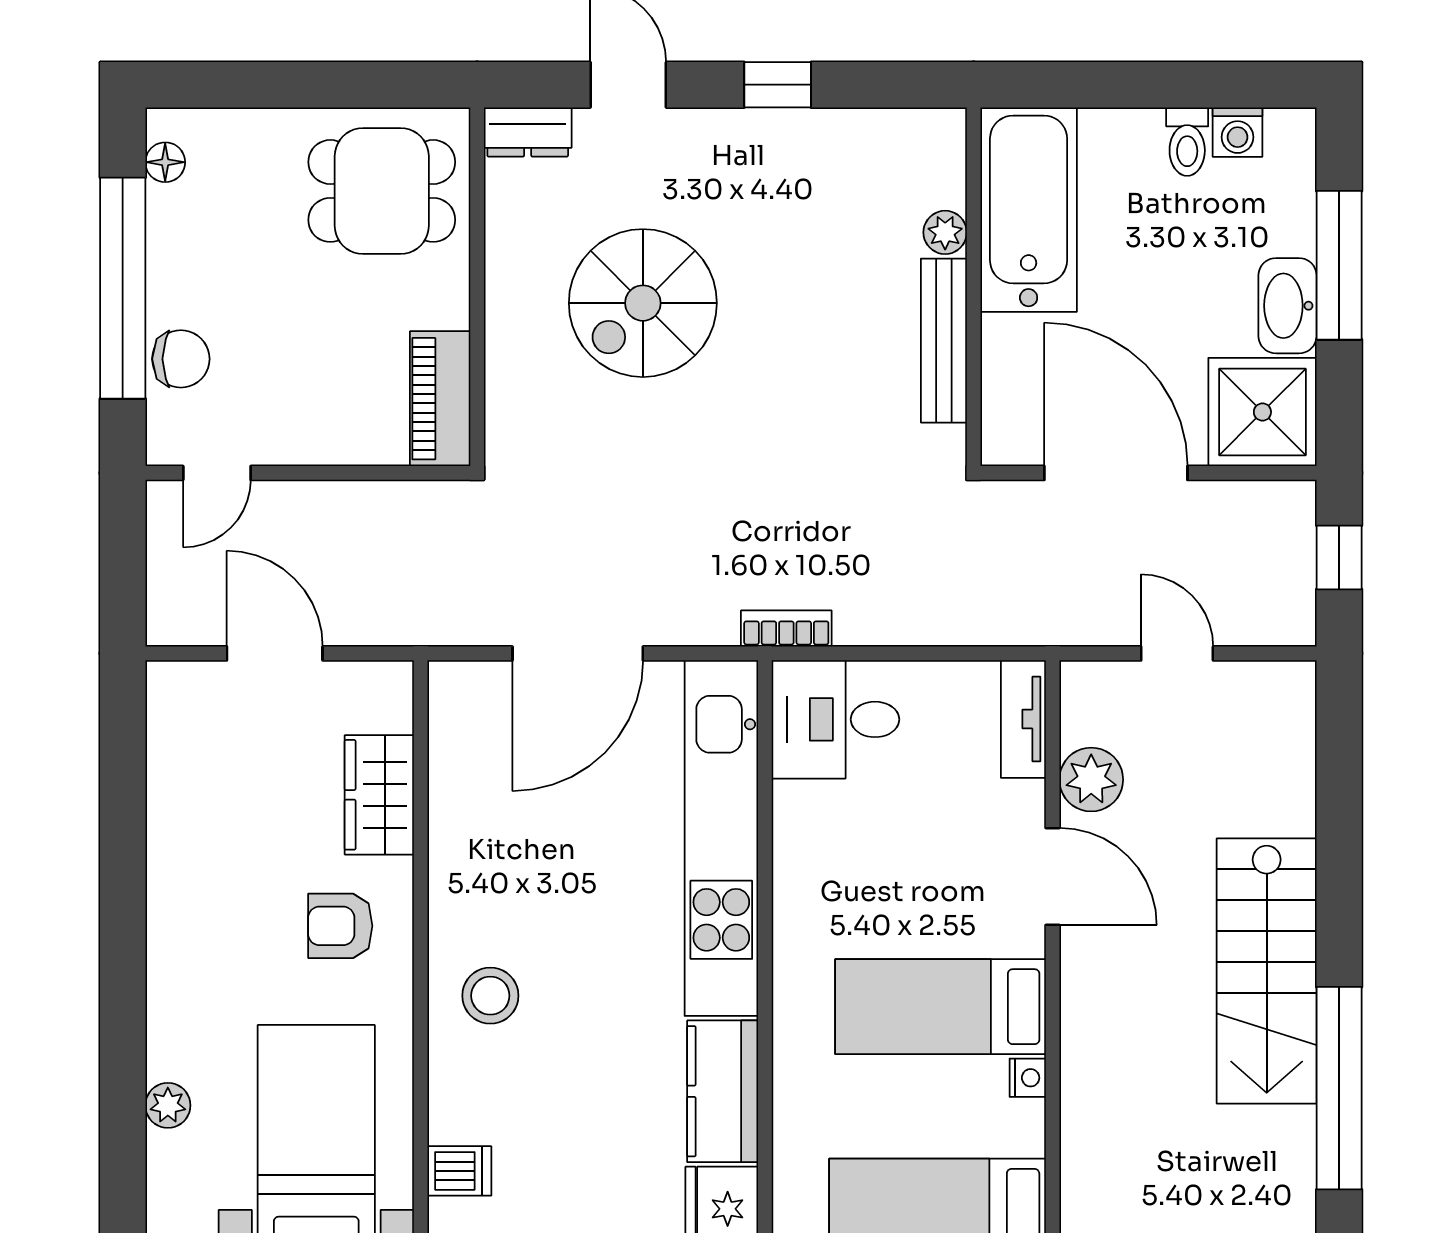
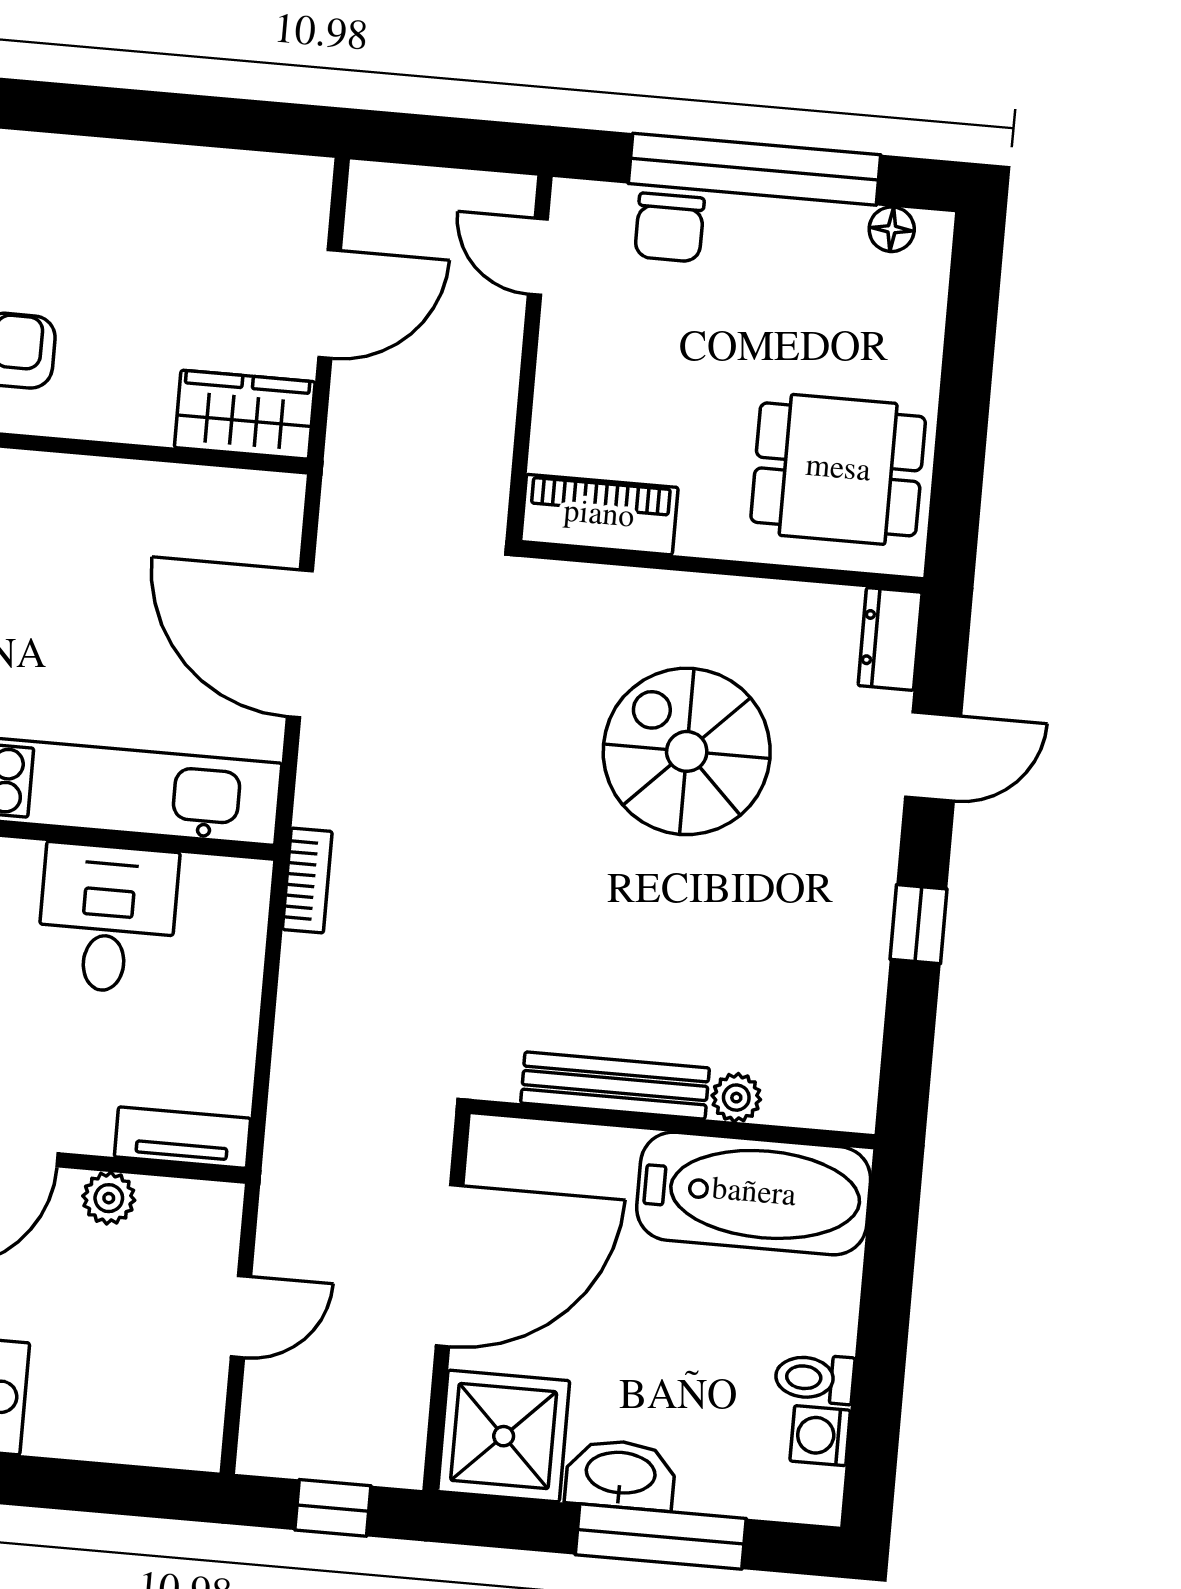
dining table: (382, 191) -> (838, 469), turned 90
desk: (835, 719) -> (107, 919), moved
plant: (1091, 780) -> (109, 1198), width x0.73, depth x0.73
wardrobe: (379, 795) -> (245, 415), moved

